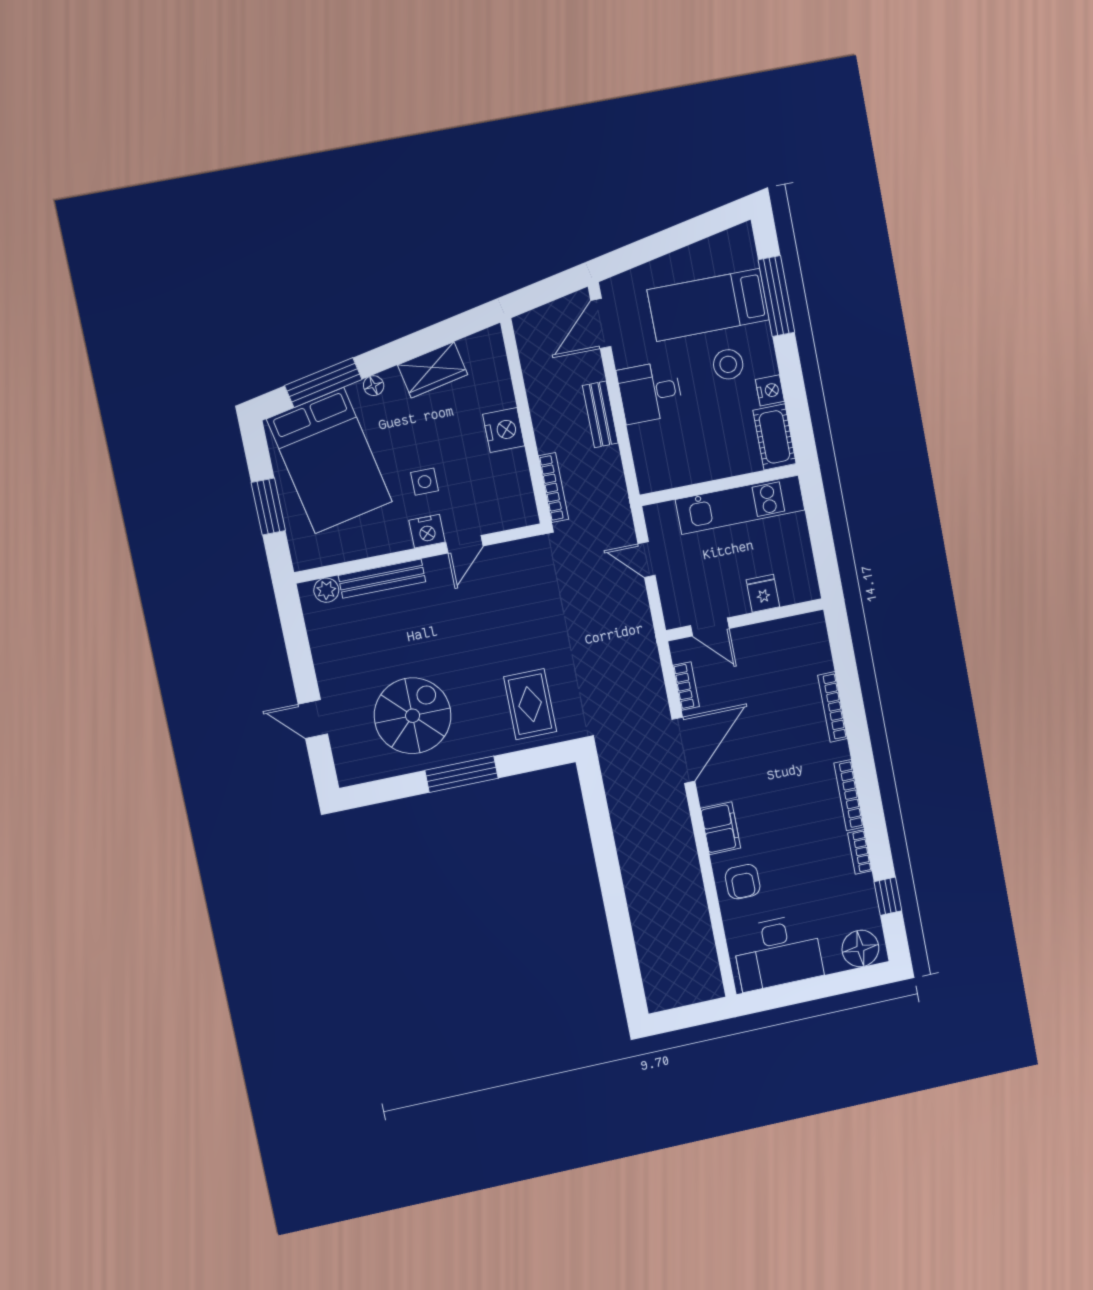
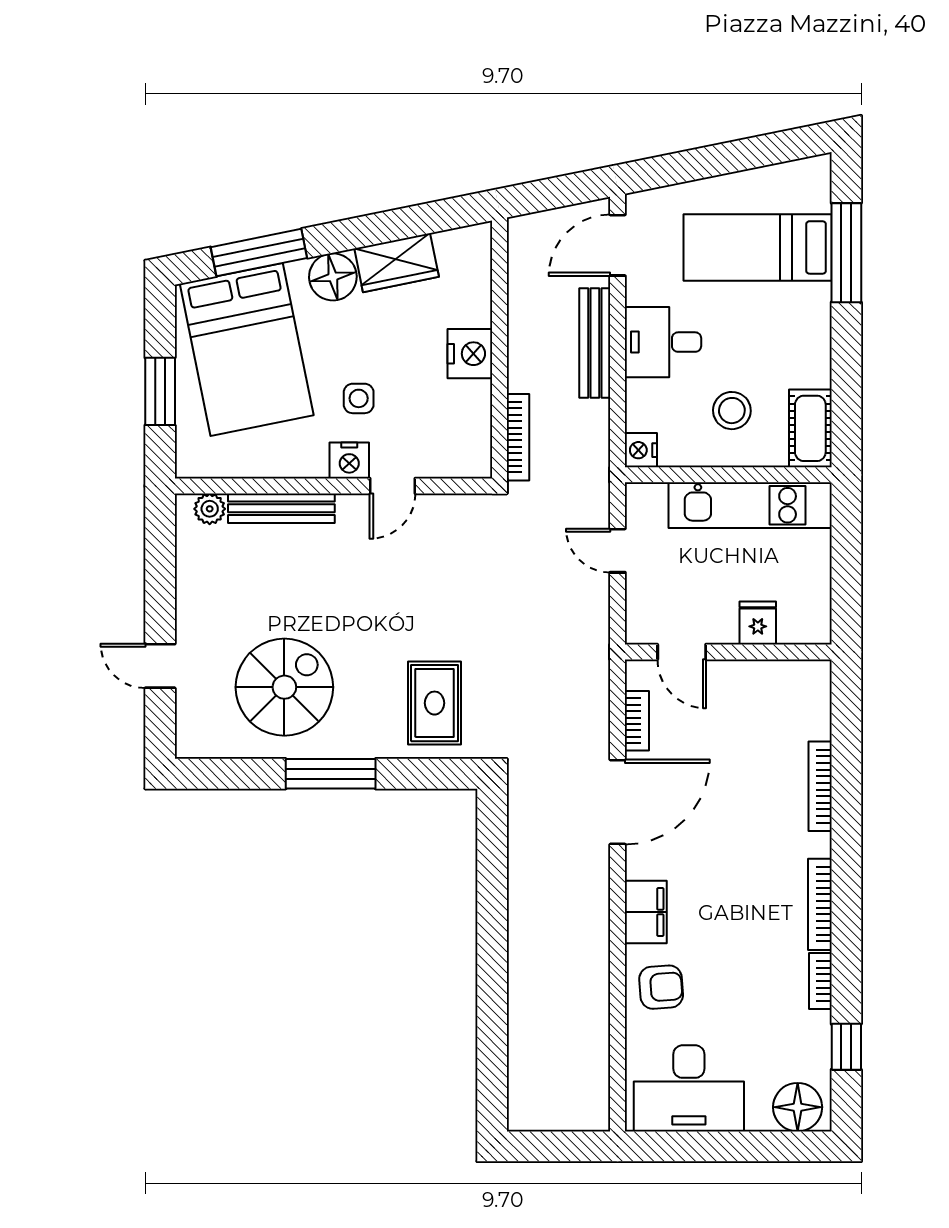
stool: (728, 364) -> (732, 411), moved
floor lamp: (374, 386) -> (333, 277), width x1.89, depth x1.89
nightstand: (770, 390) -> (641, 450), moved, turned 180
bench: (600, 414) -> (595, 343), width x1.36
armchair: (743, 882) -> (661, 987), turned -94

